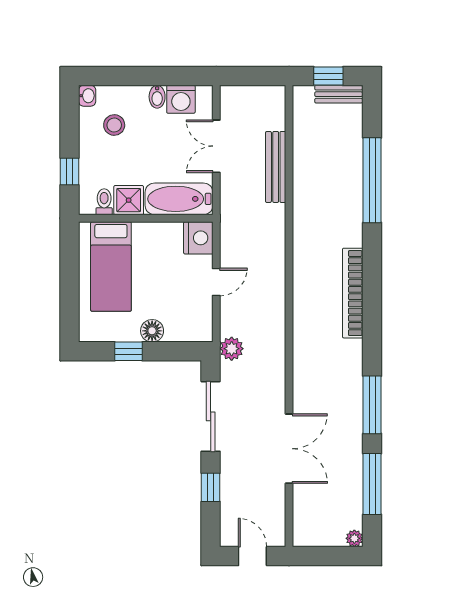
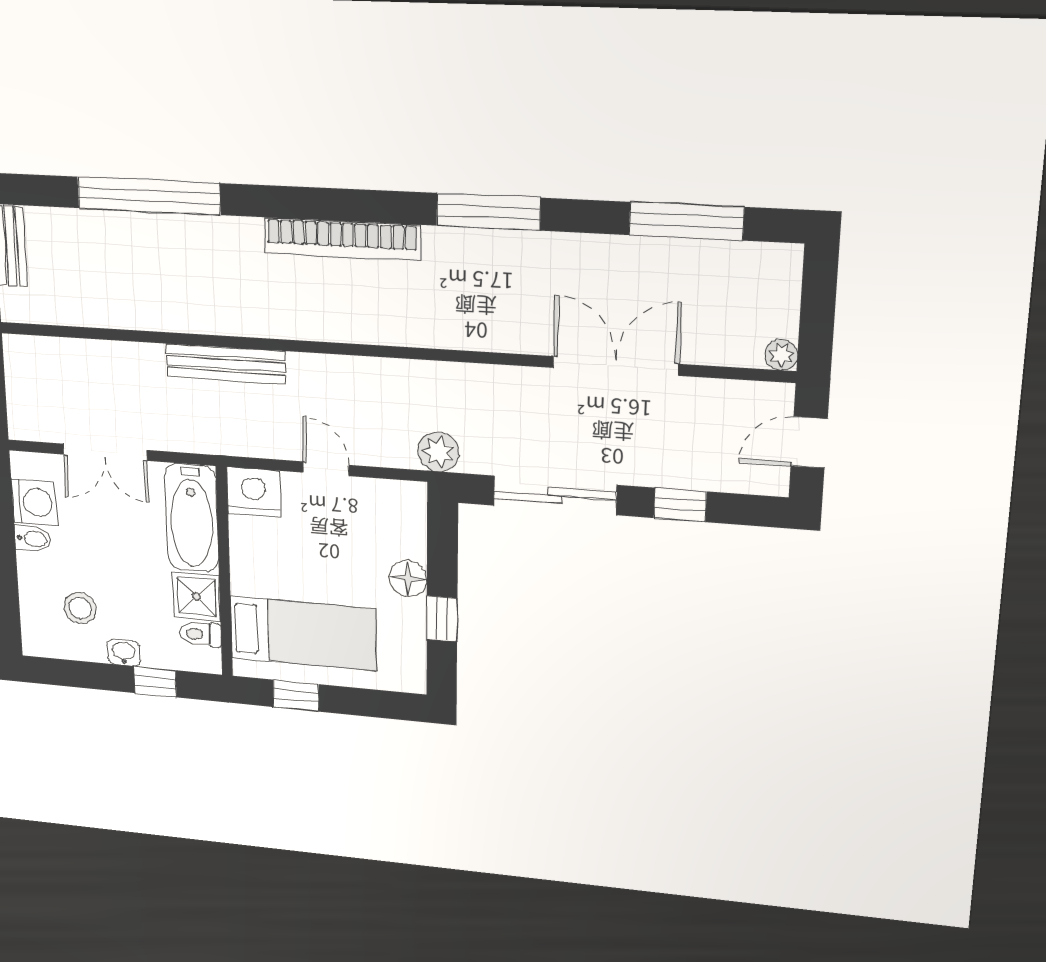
washbasin: (87, 96) -> (124, 652), moved
bench: (276, 167) -> (226, 364), moved
window: (70, 261) -> (296, 696), added
window: (372, 405) -> (488, 212), moved
plant: (354, 538) -> (781, 355), moved

